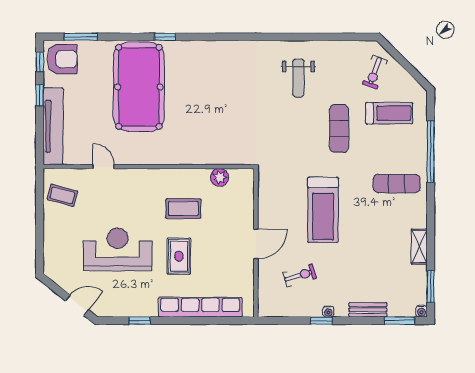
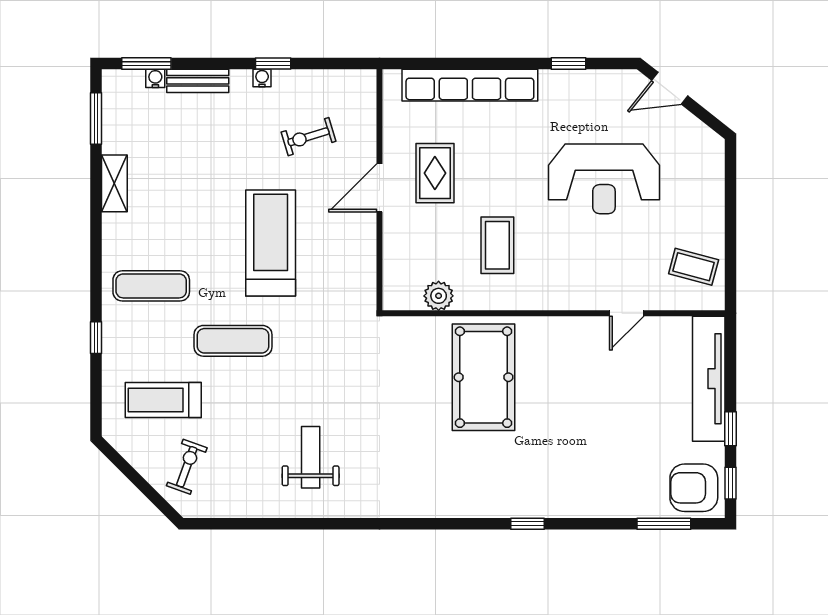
pool table: (139, 87) -> (484, 377), moved, width x0.73, depth x0.76
exercise mat: (339, 129) -> (233, 341), moved, turned 90
window: (431, 152) -> (96, 338), width x0.32
door: (104, 167) -> (627, 313), hinge flipped
coffee table: (183, 209) -> (497, 245), turned 90
rug: (179, 256) -> (435, 173), moved
water cooler: (421, 311) -> (155, 78), moved

